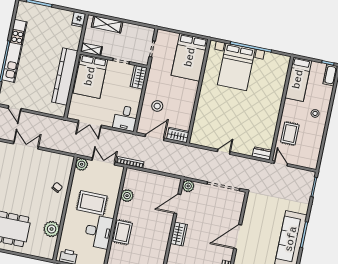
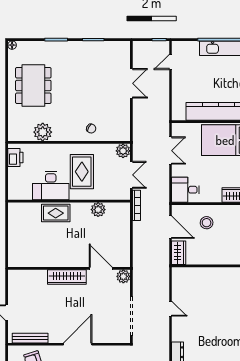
double door: (90, 124) -> (171, 151), swing flipped
wardrobe: (179, 234) -> (67, 277), width x1.50
door: (238, 237) -> (78, 344), hinge flipped

